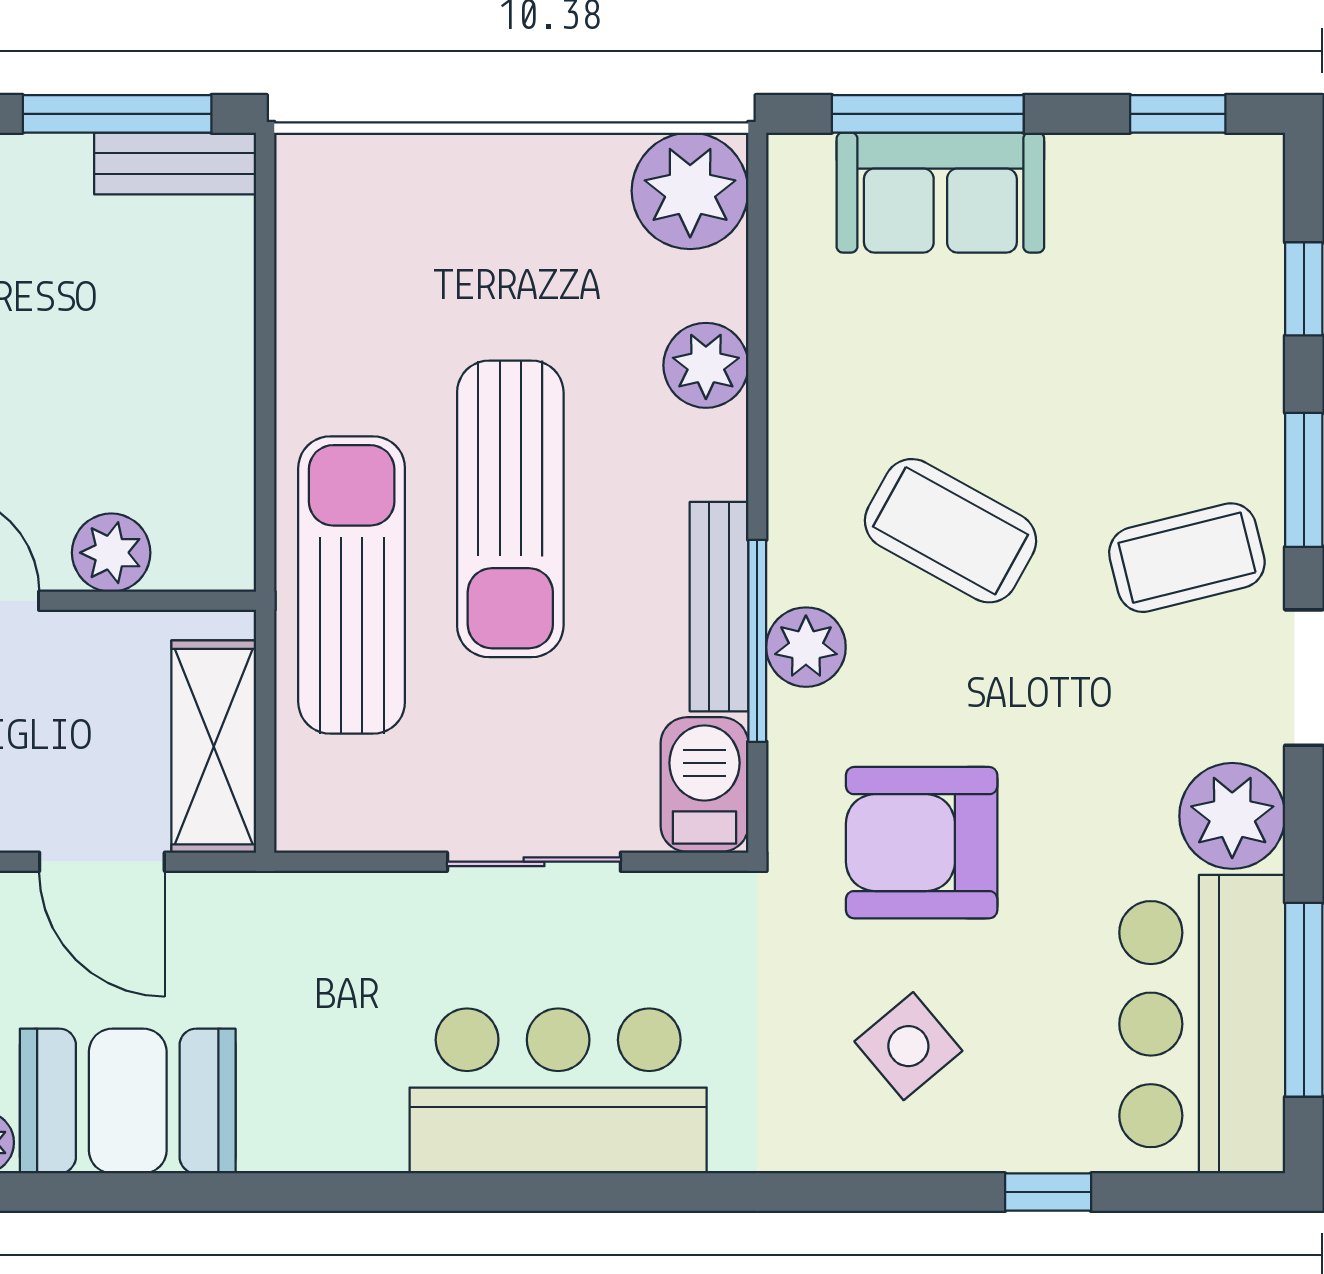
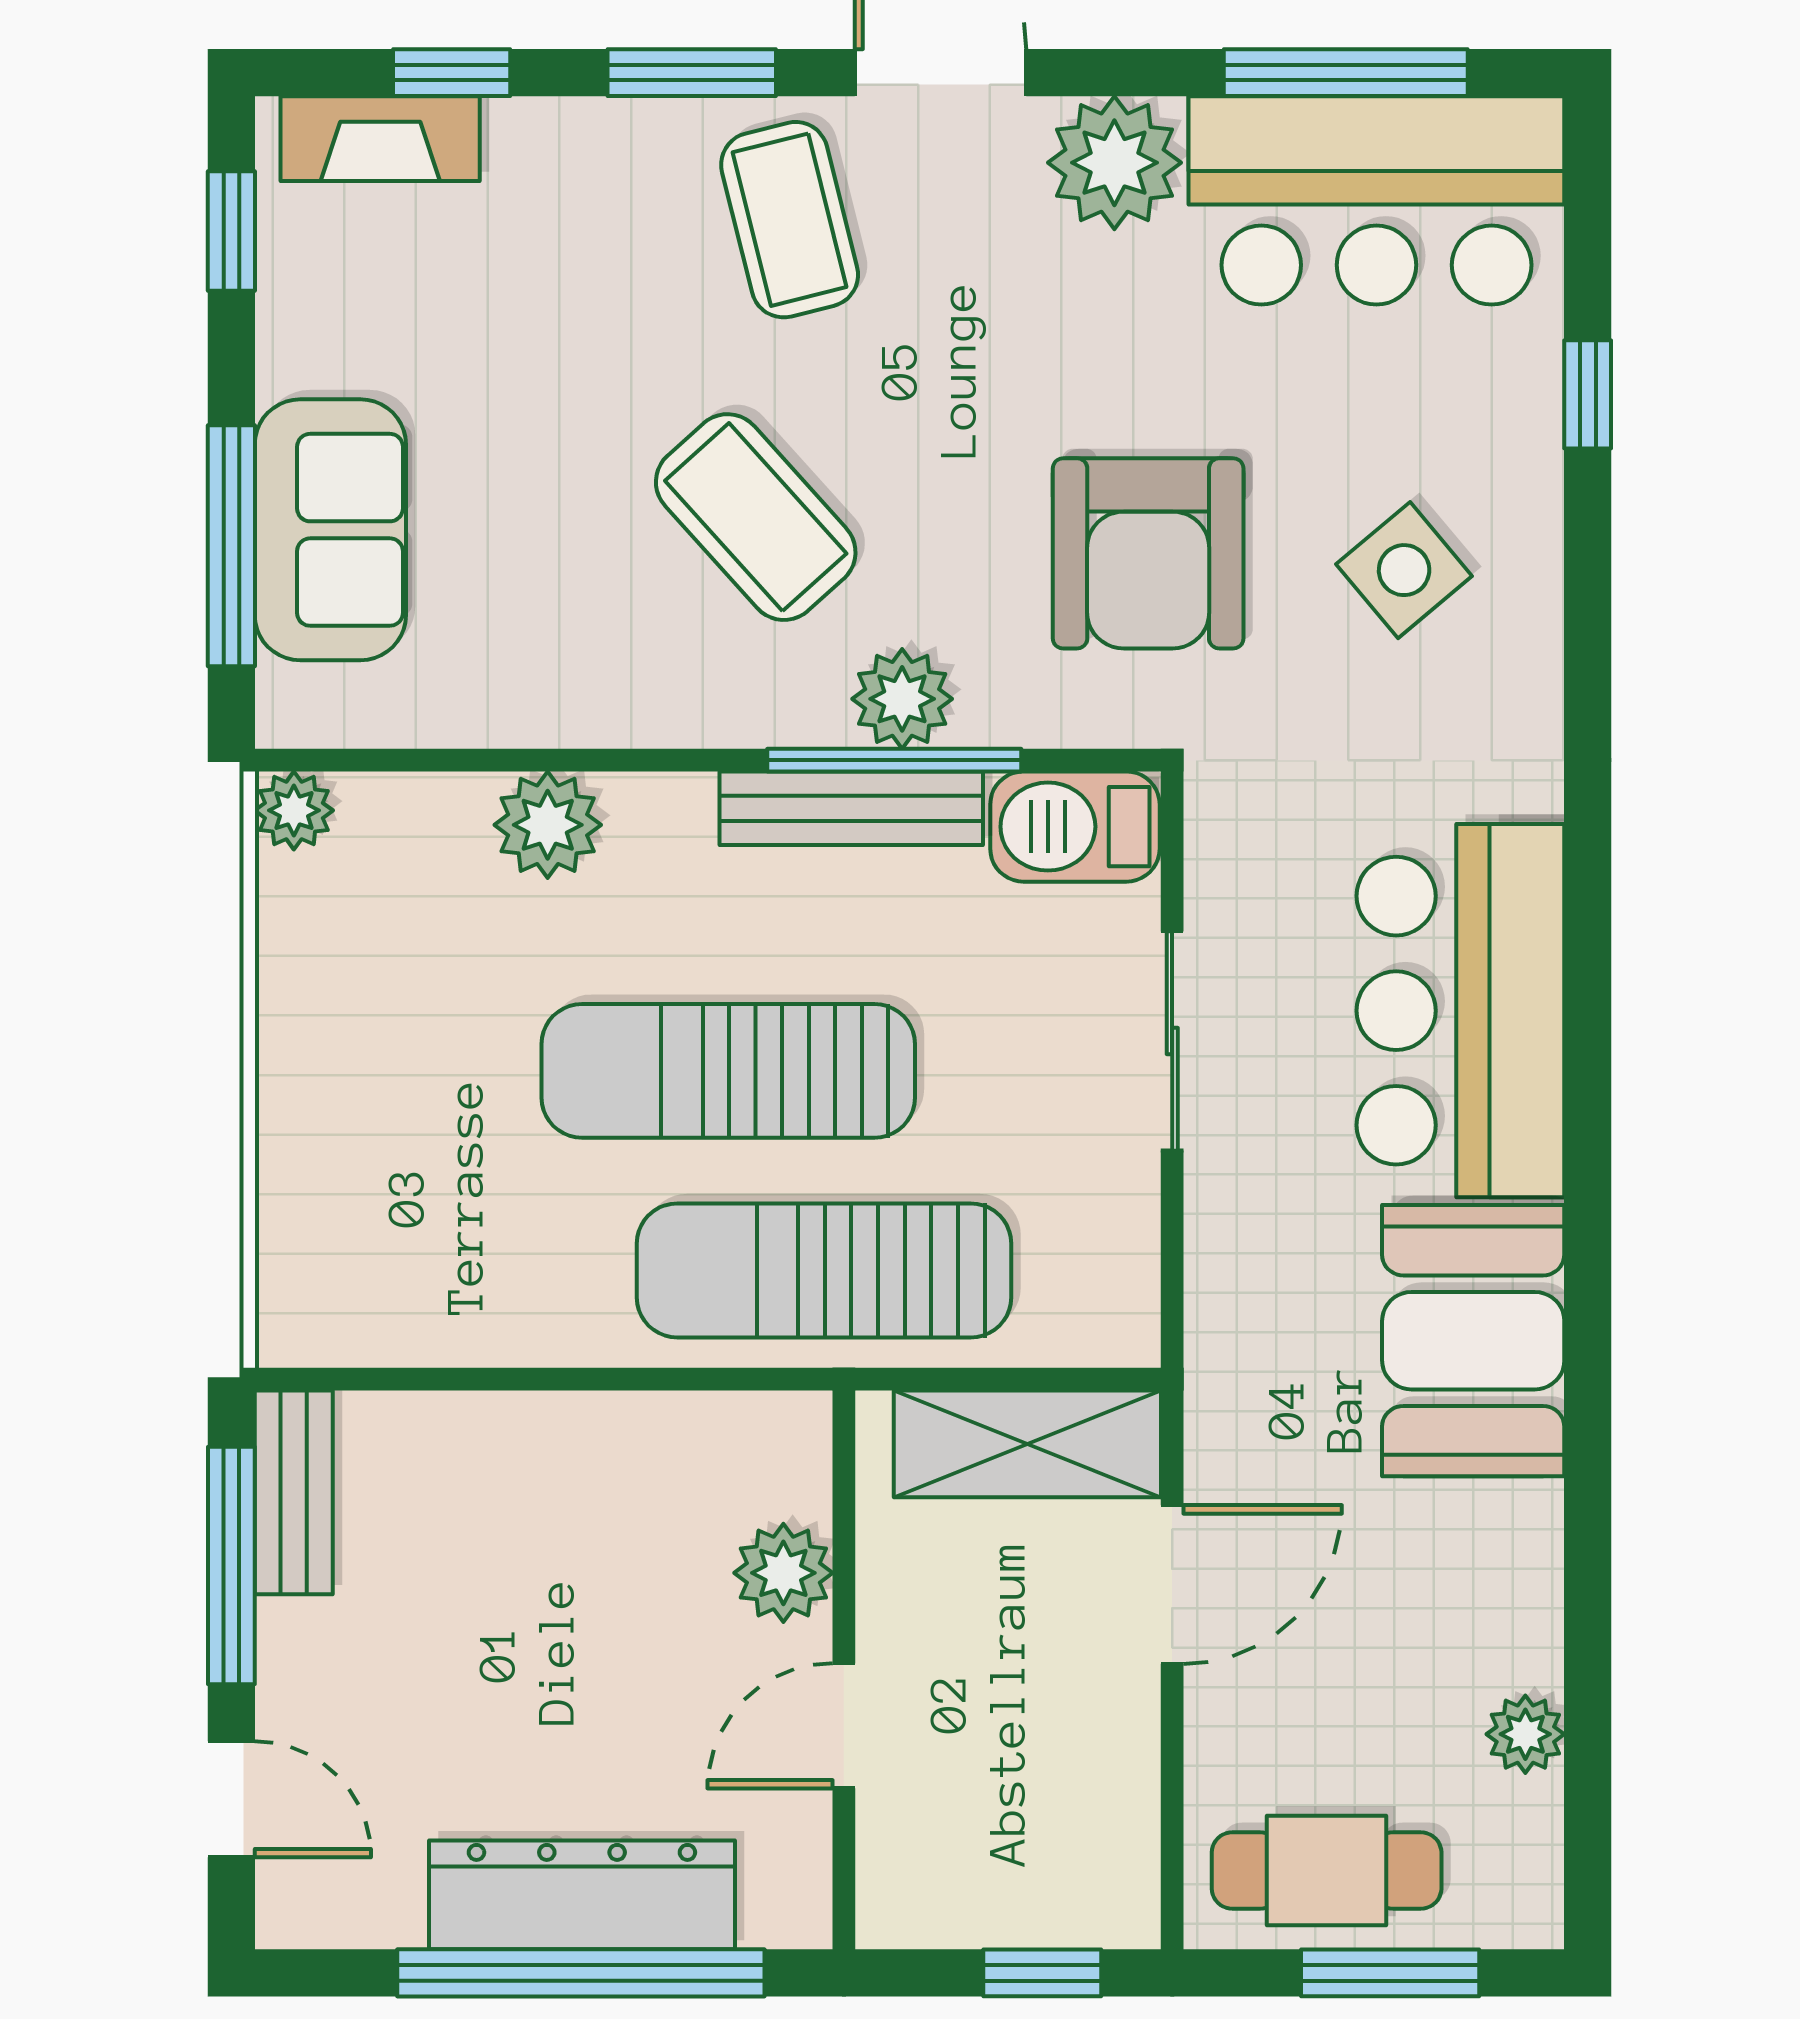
plant: (690, 191) -> (294, 810), width x0.53, depth x0.53
fireplace: (1251, 232) -> (380, 139), added
sun lounger: (510, 509) -> (728, 1071), turned 180
coffee table: (950, 531) -> (756, 517), turned -71
booth: (128, 1101) -> (1473, 1341), moved

